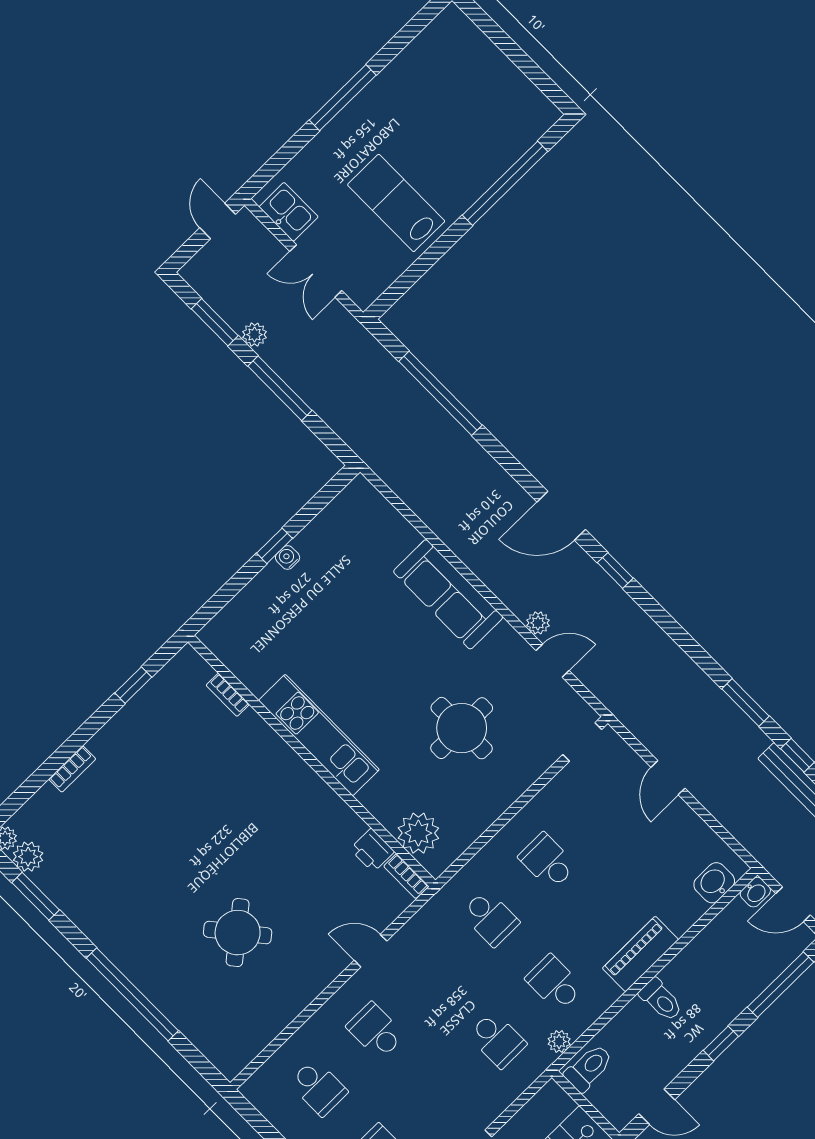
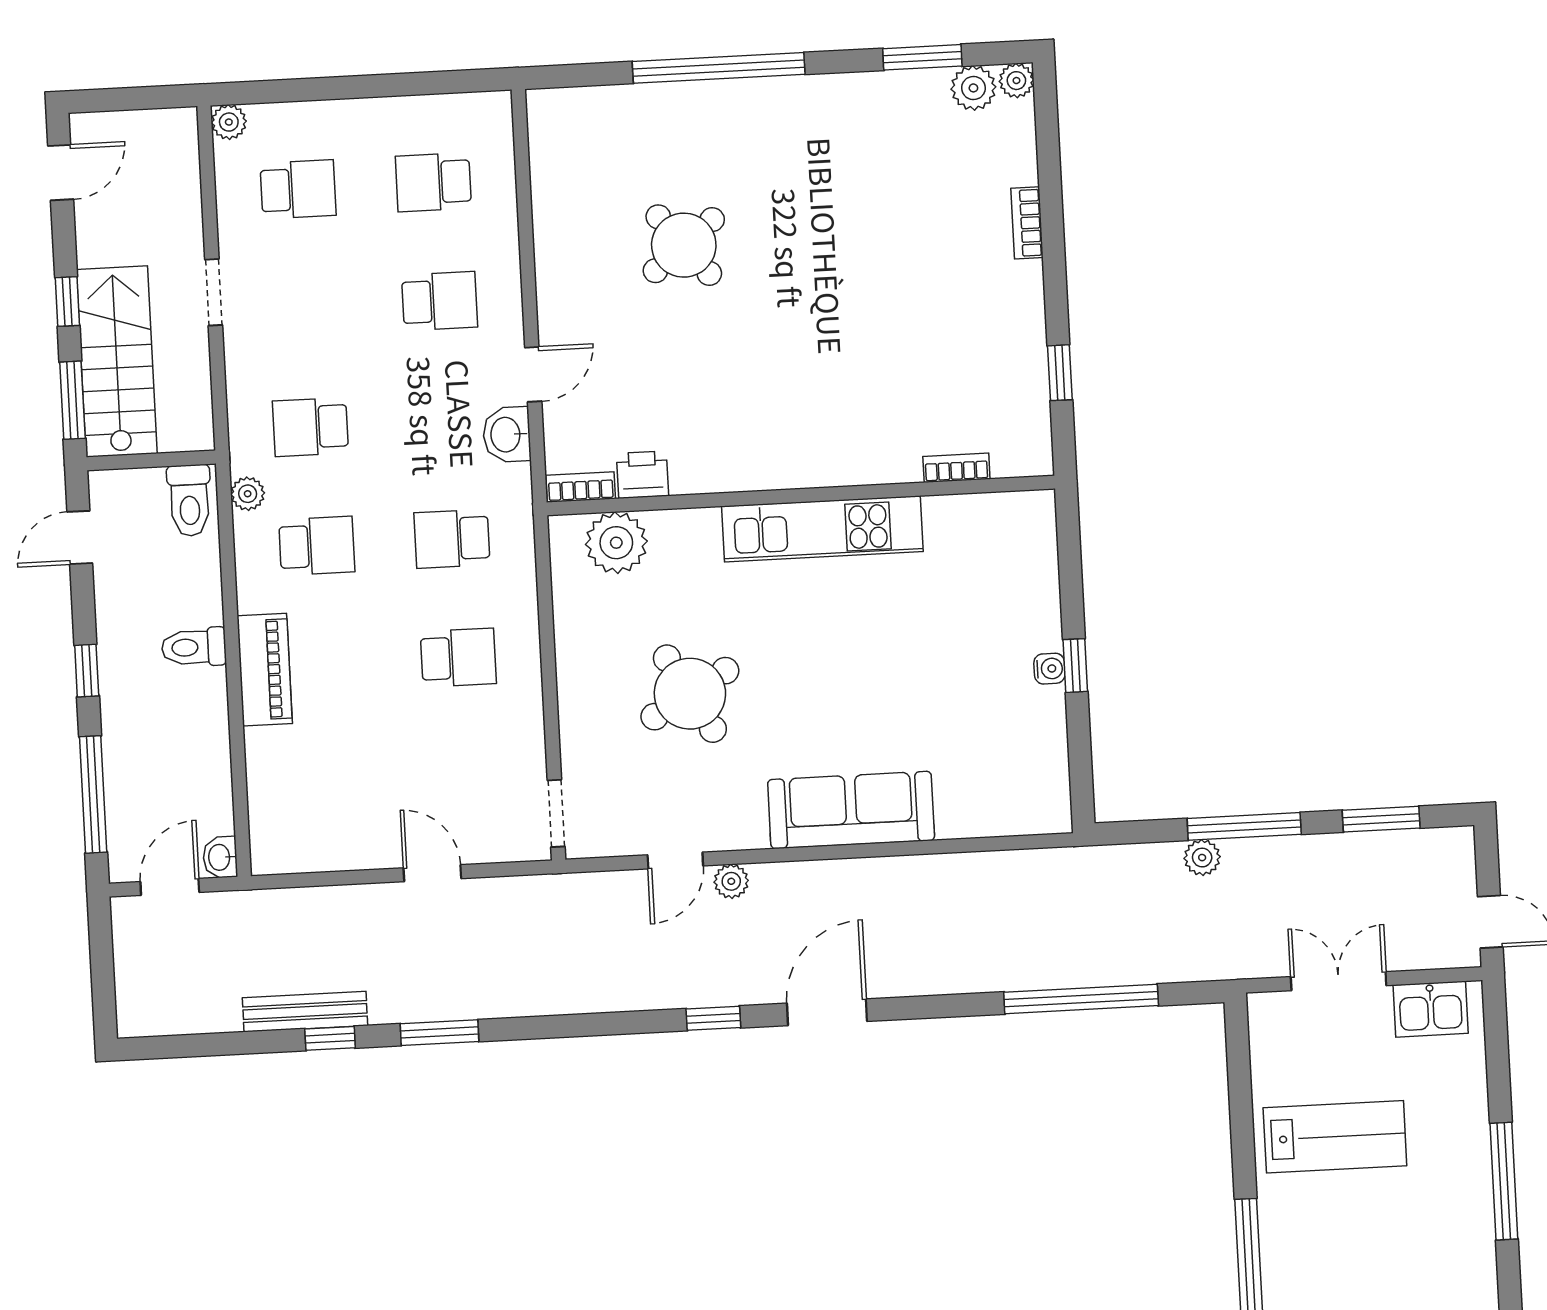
plant: (255, 335) -> (1202, 858), moved
round table: (462, 728) -> (690, 694), turned -30
washbasin: (714, 883) -> (507, 435), moved, turned 180

